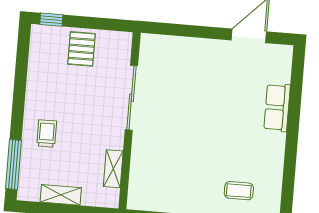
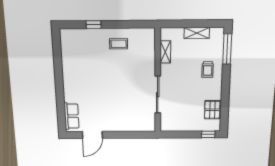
pallet: (81, 49) -> (212, 110), moved
row of seats: (277, 108) -> (71, 116), moved
coffee table: (239, 191) -> (119, 44), moved

